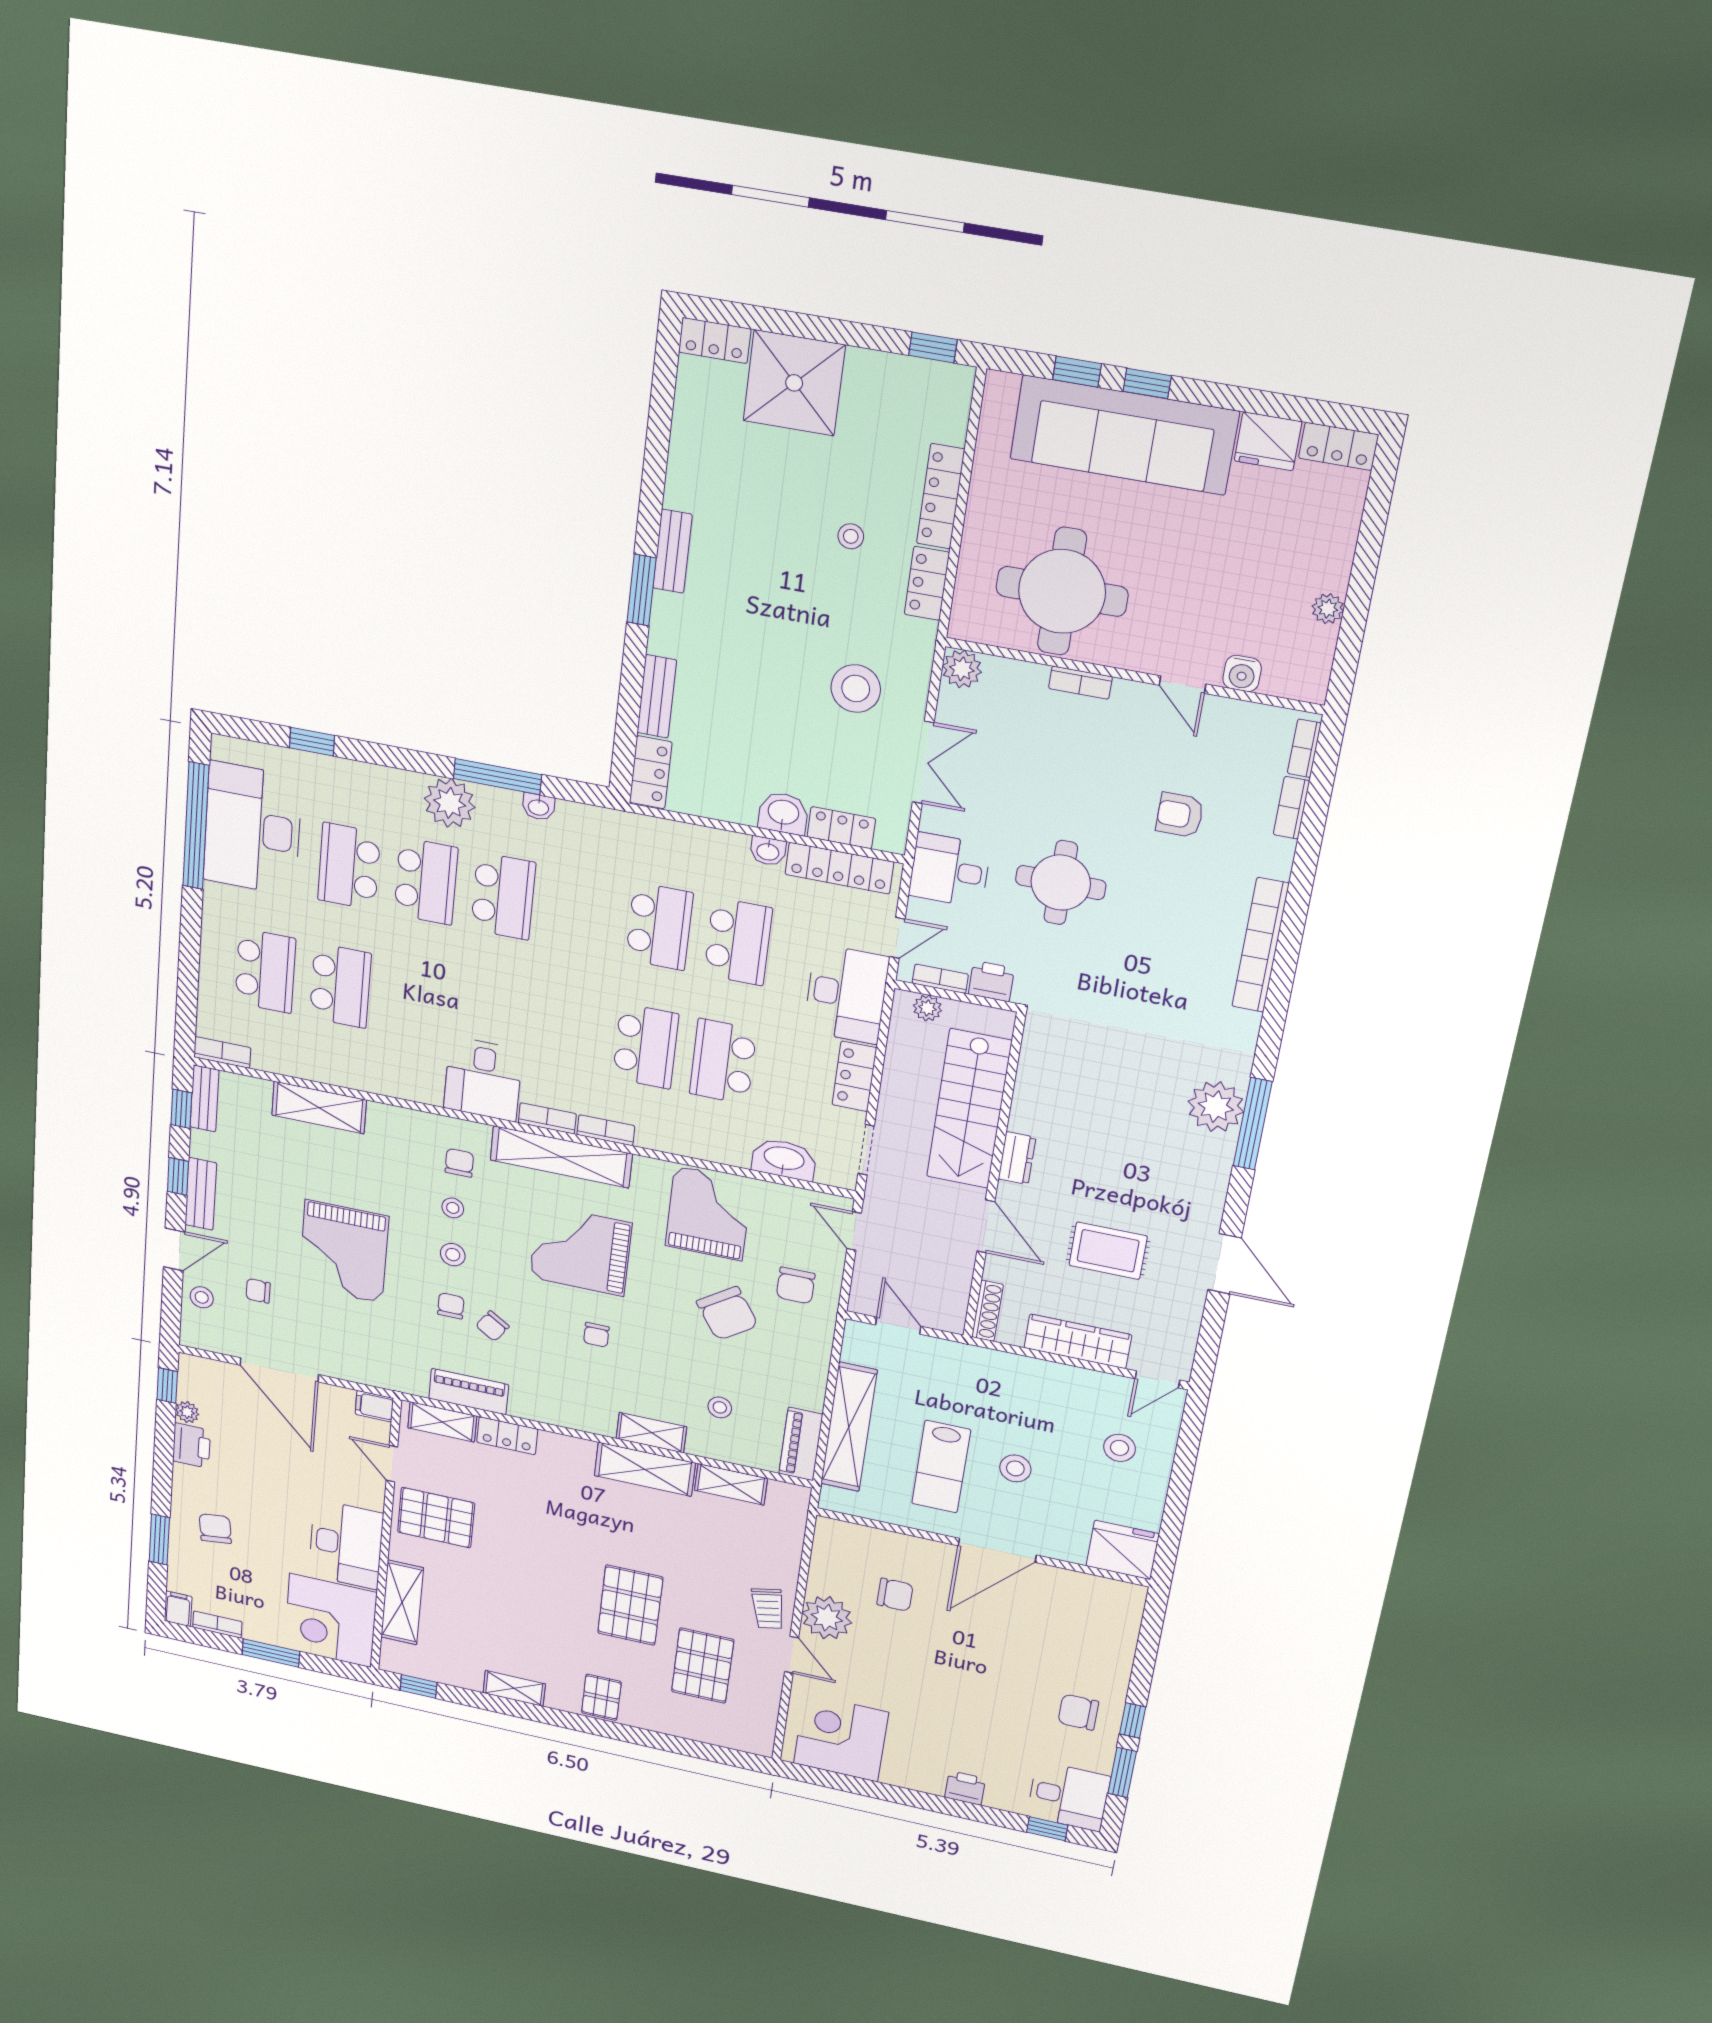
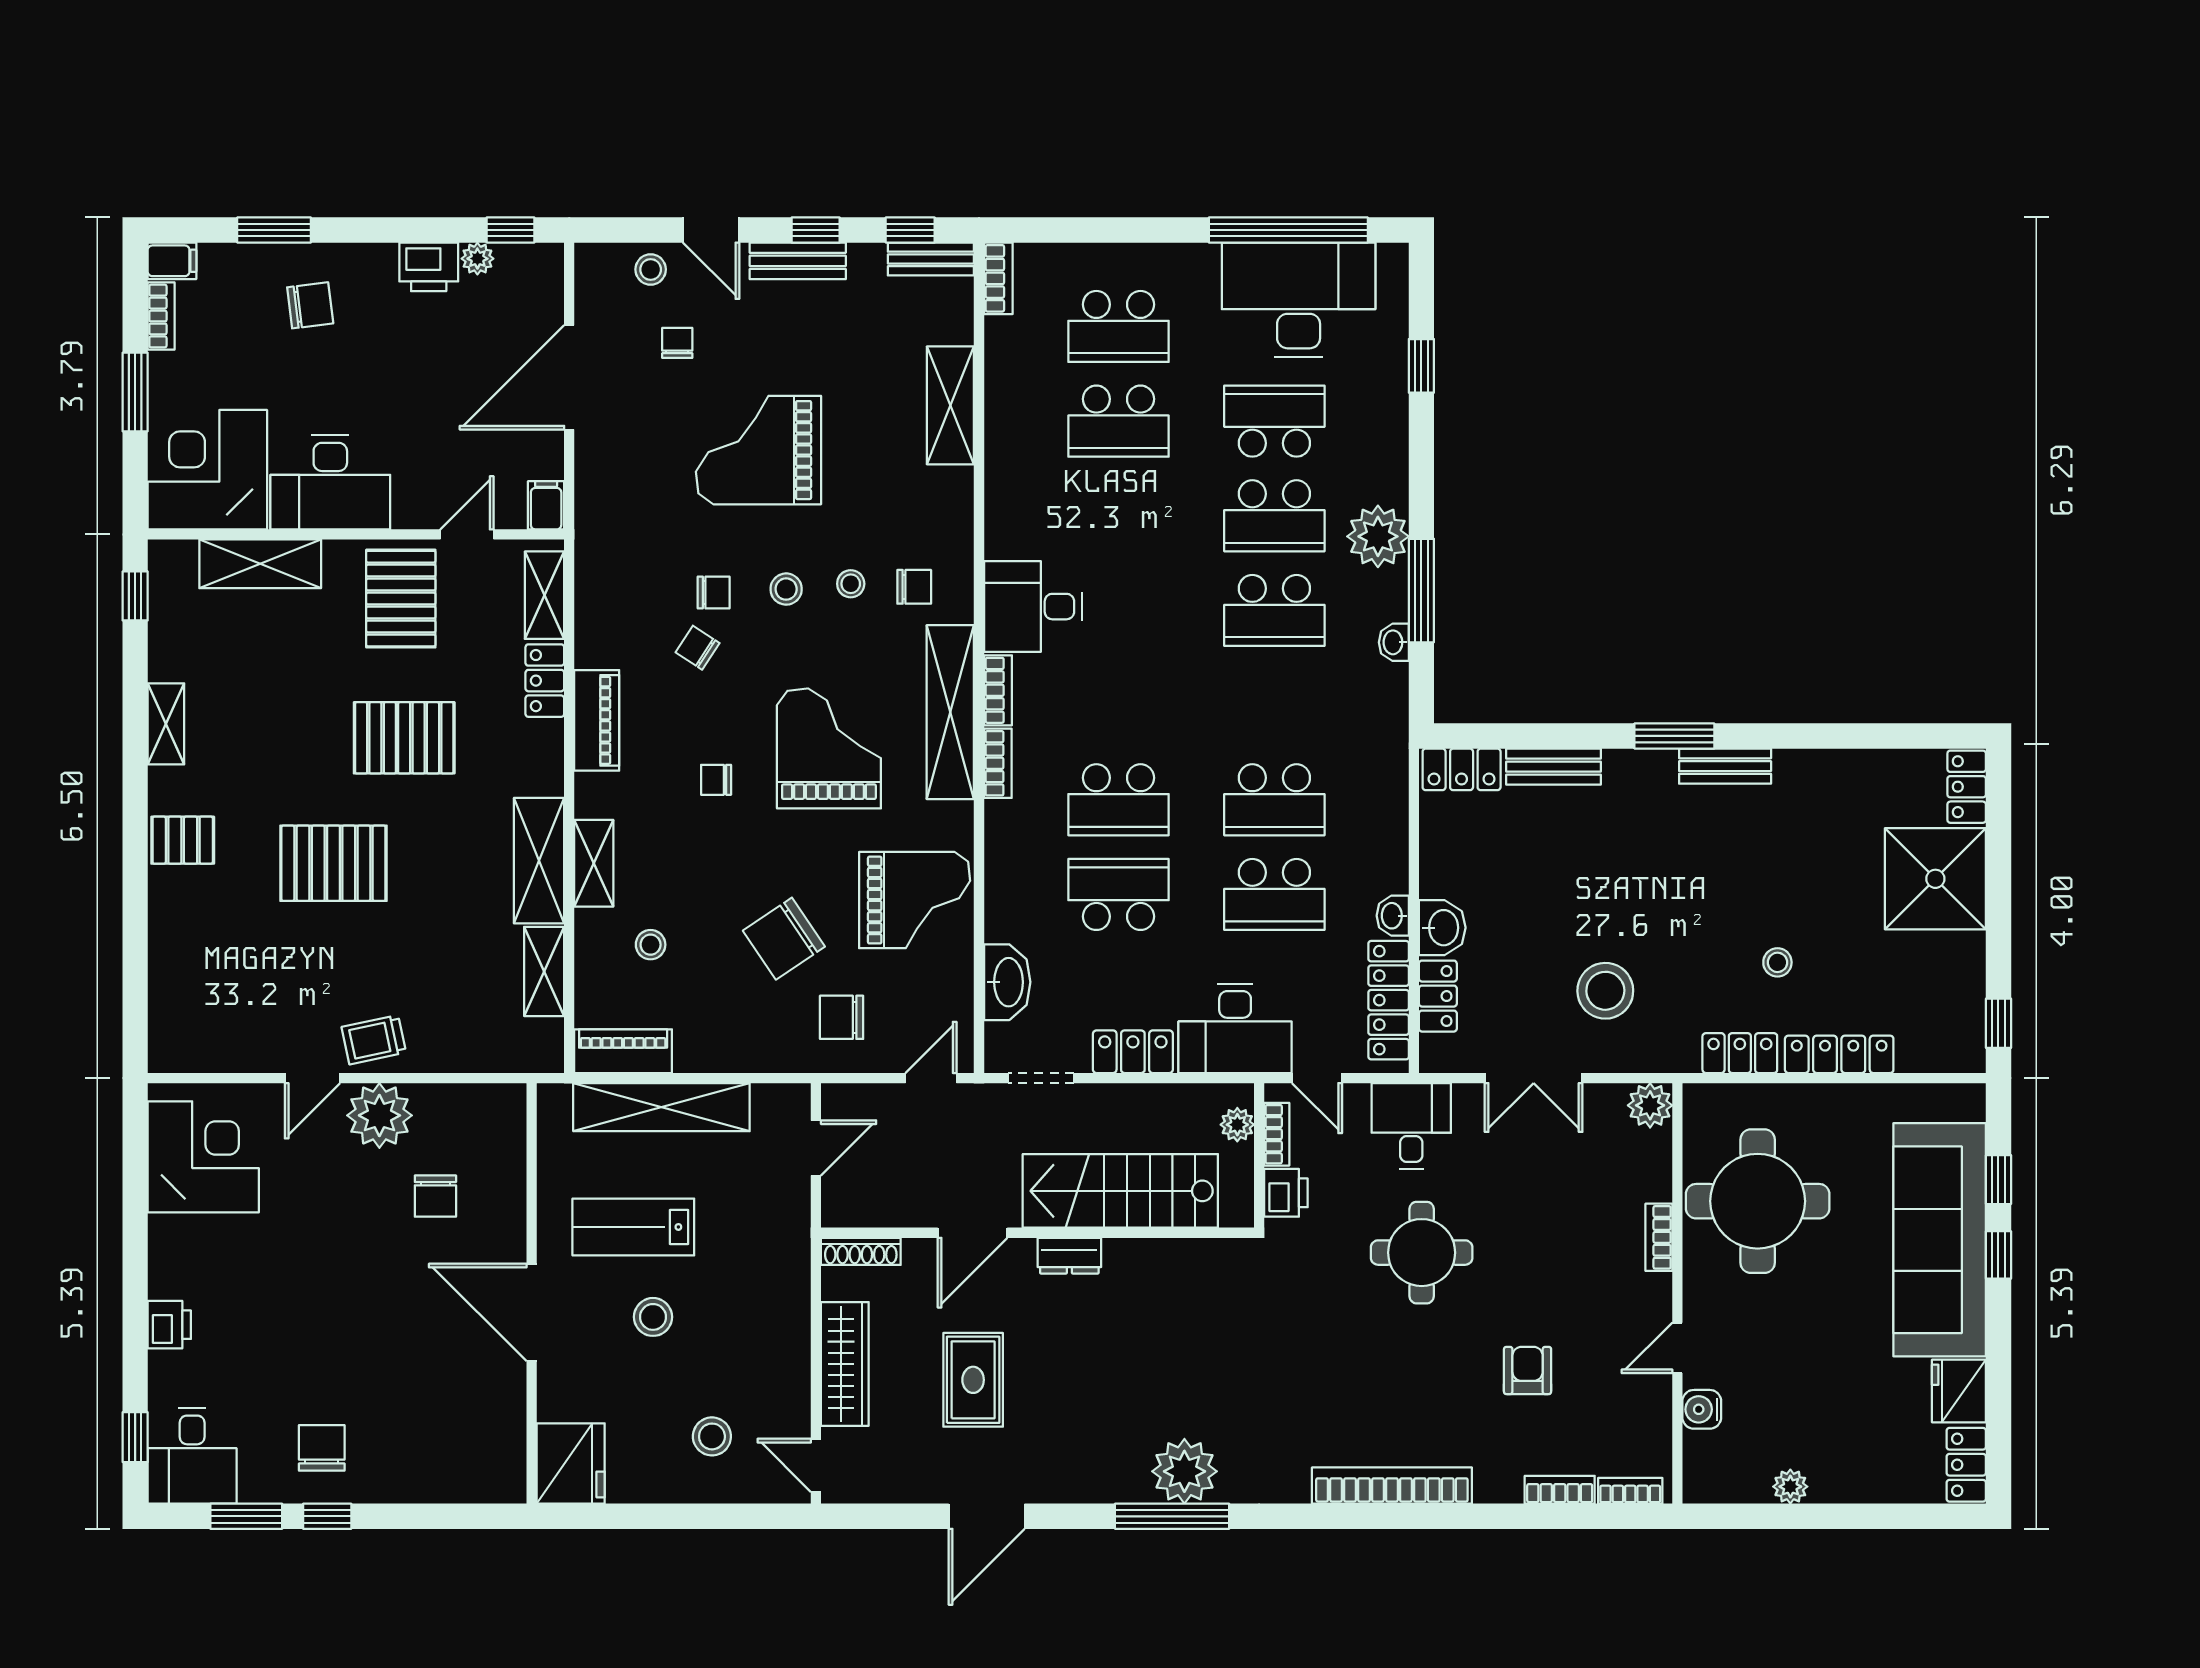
piano: (469, 1392) -> (597, 720), moved
pallet: (703, 1666) -> (404, 738), moved

